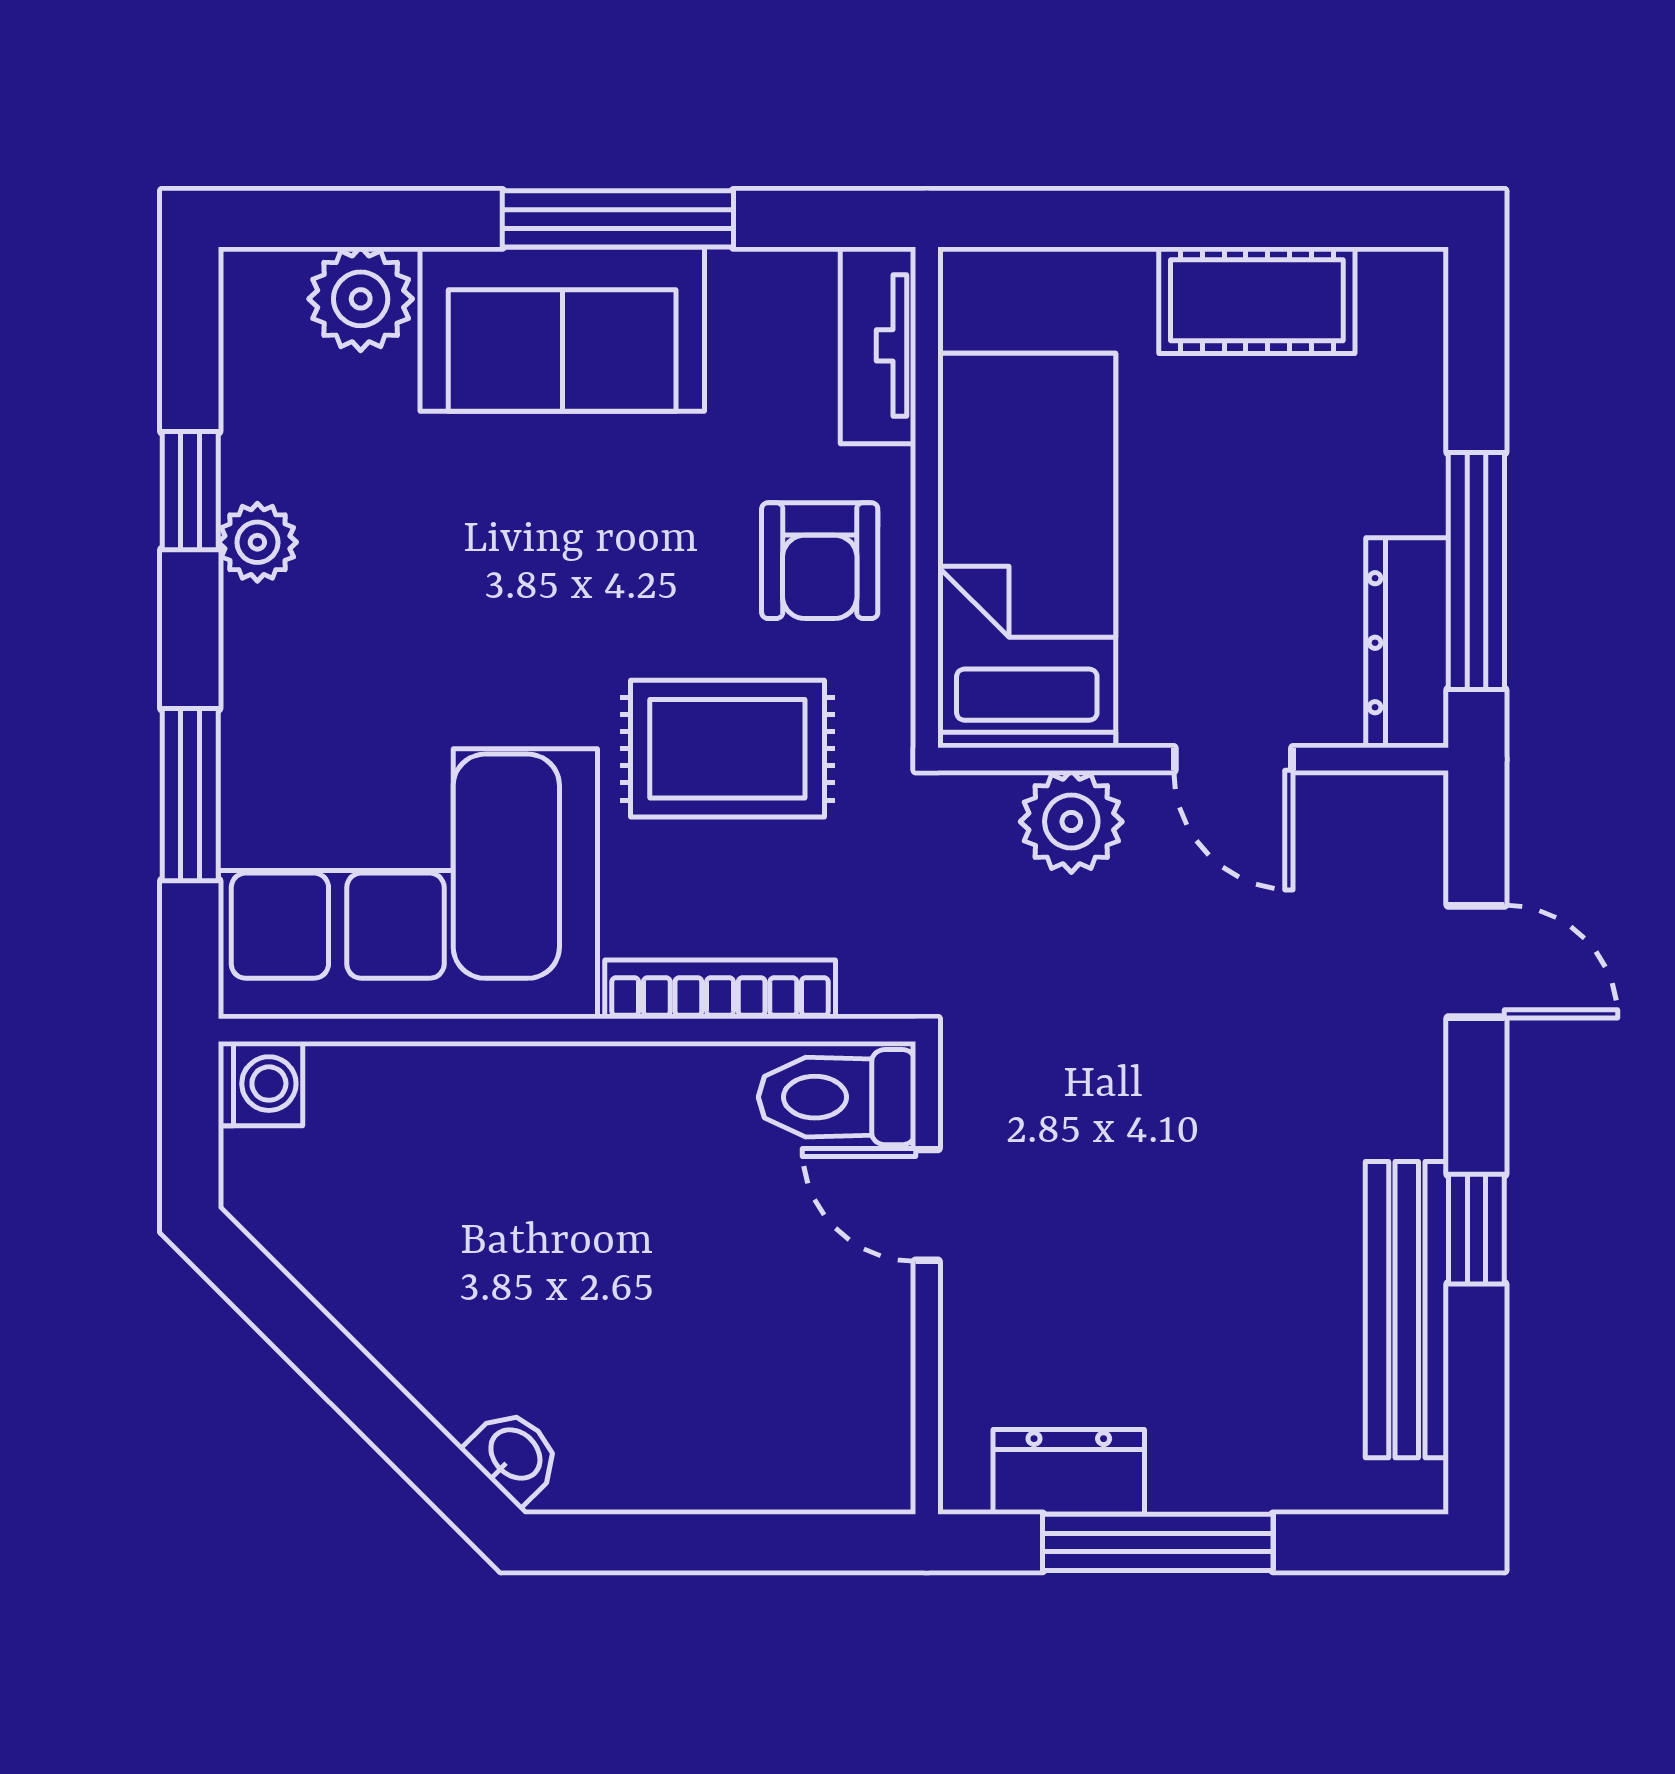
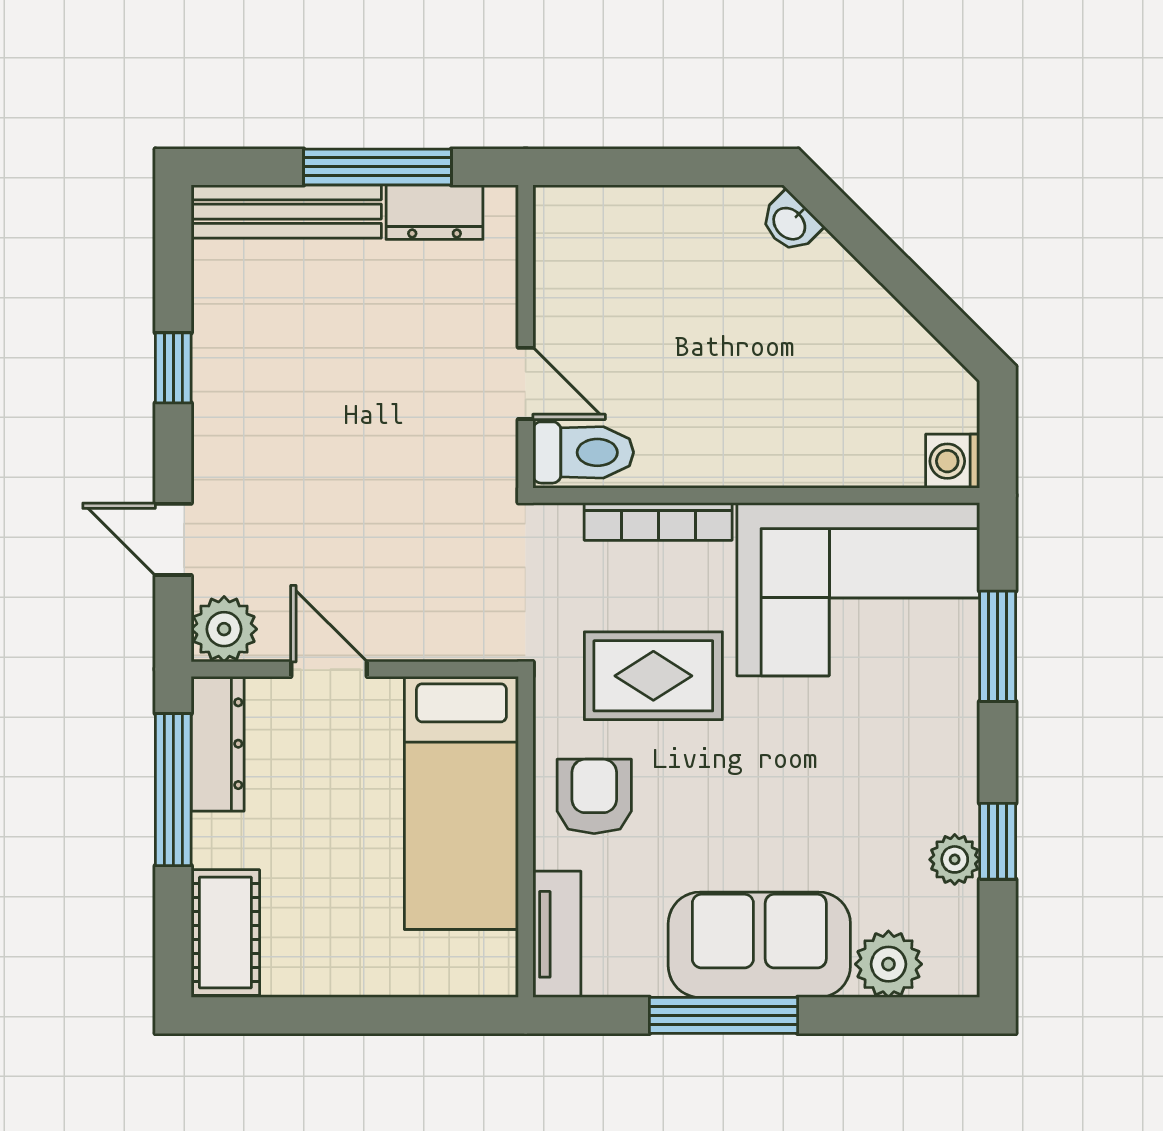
cot: (1257, 300) -> (225, 933), moved, turned 90
plant: (257, 542) -> (955, 859), moved
plant: (1071, 822) -> (224, 629), moved
bench: (1407, 1310) -> (286, 212), moved, turned 90

